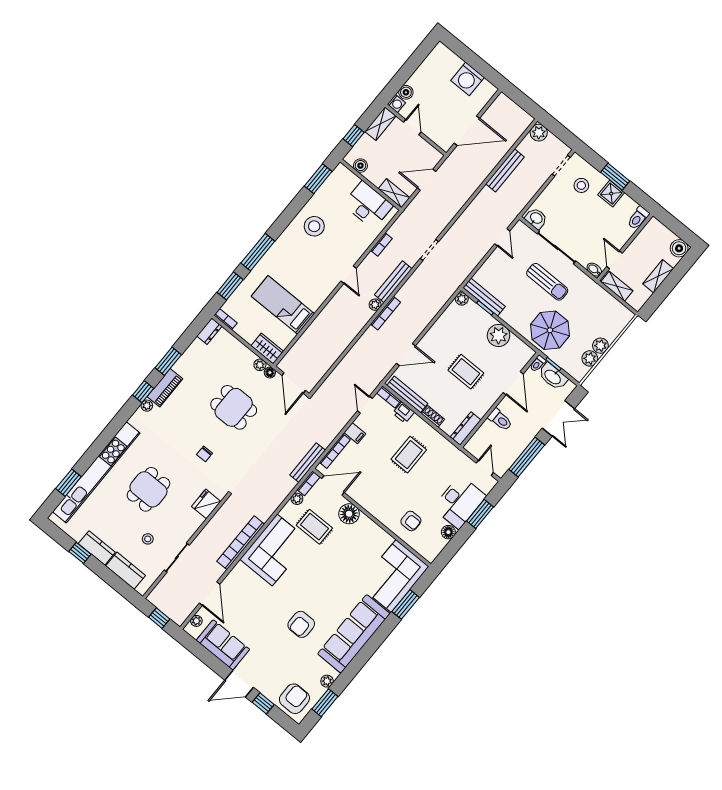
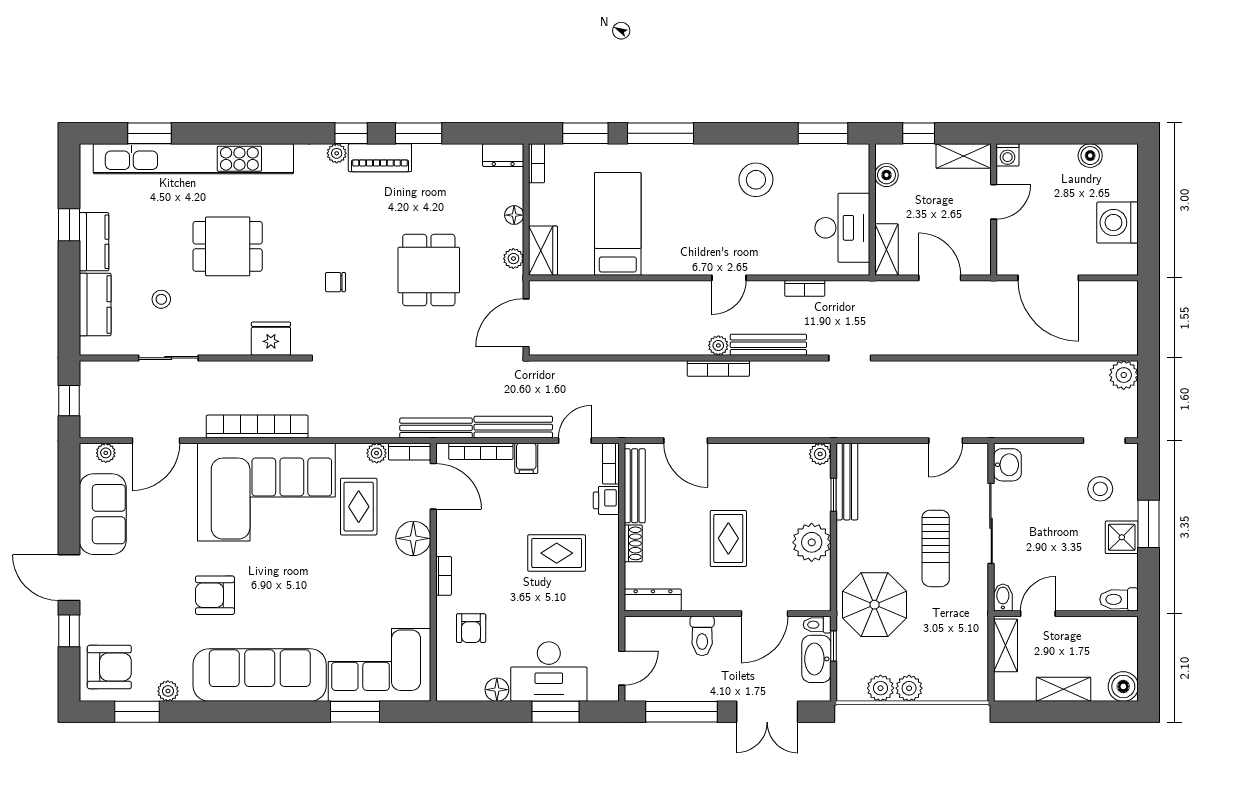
boiler: (406, 92) -> (1090, 156), moved
bench: (505, 170) -> (513, 427), moved
floor lamp: (270, 373) -> (514, 215), moved
bookcase: (377, 514) -> (444, 576), added
corner sofa: (275, 550) -> (266, 492), width x1.36, depth x1.36

